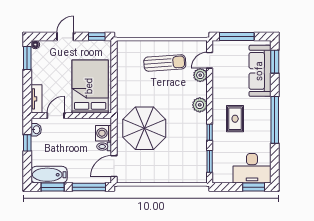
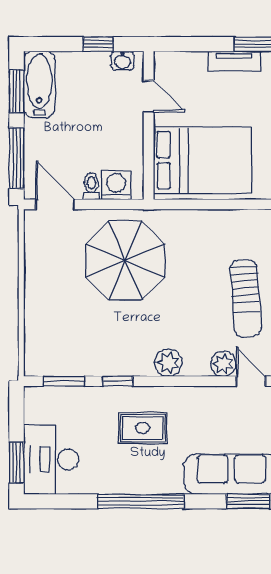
tv unit: (36, 99) -> (234, 61), moved

